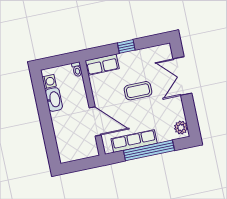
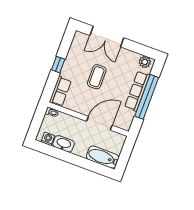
row of seats: (134, 141) -> (137, 91), moved
bathtub: (65, 145) -> (103, 157), added

